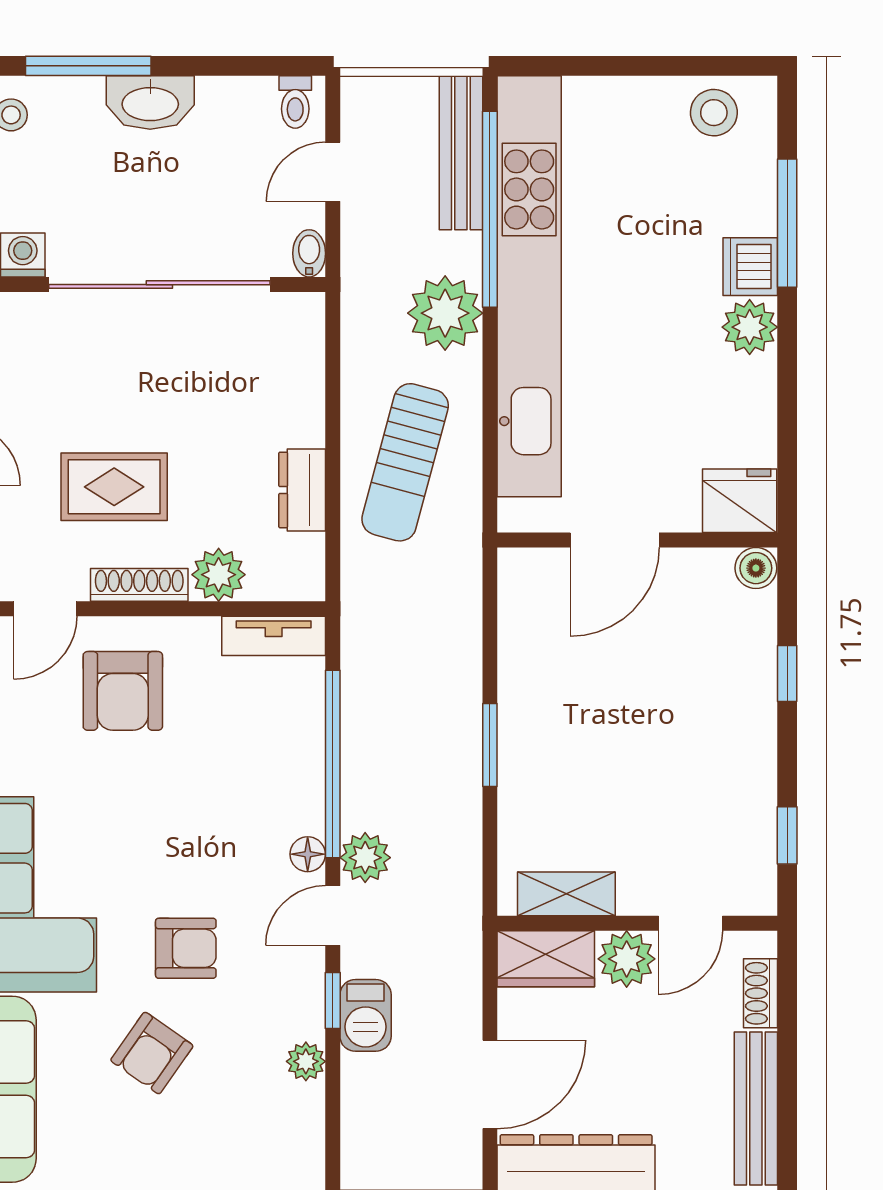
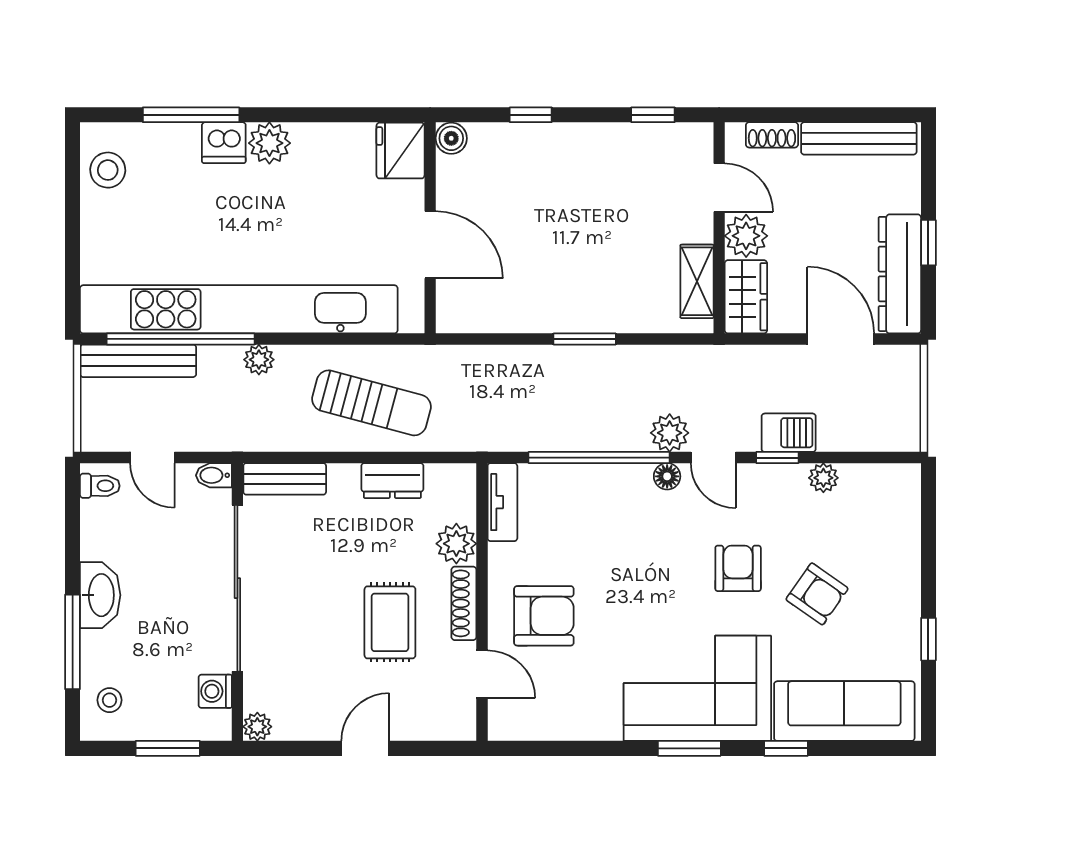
plant: (445, 313) -> (259, 360), width x0.53, depth x0.53
bench: (304, 347) -> (285, 479), added

